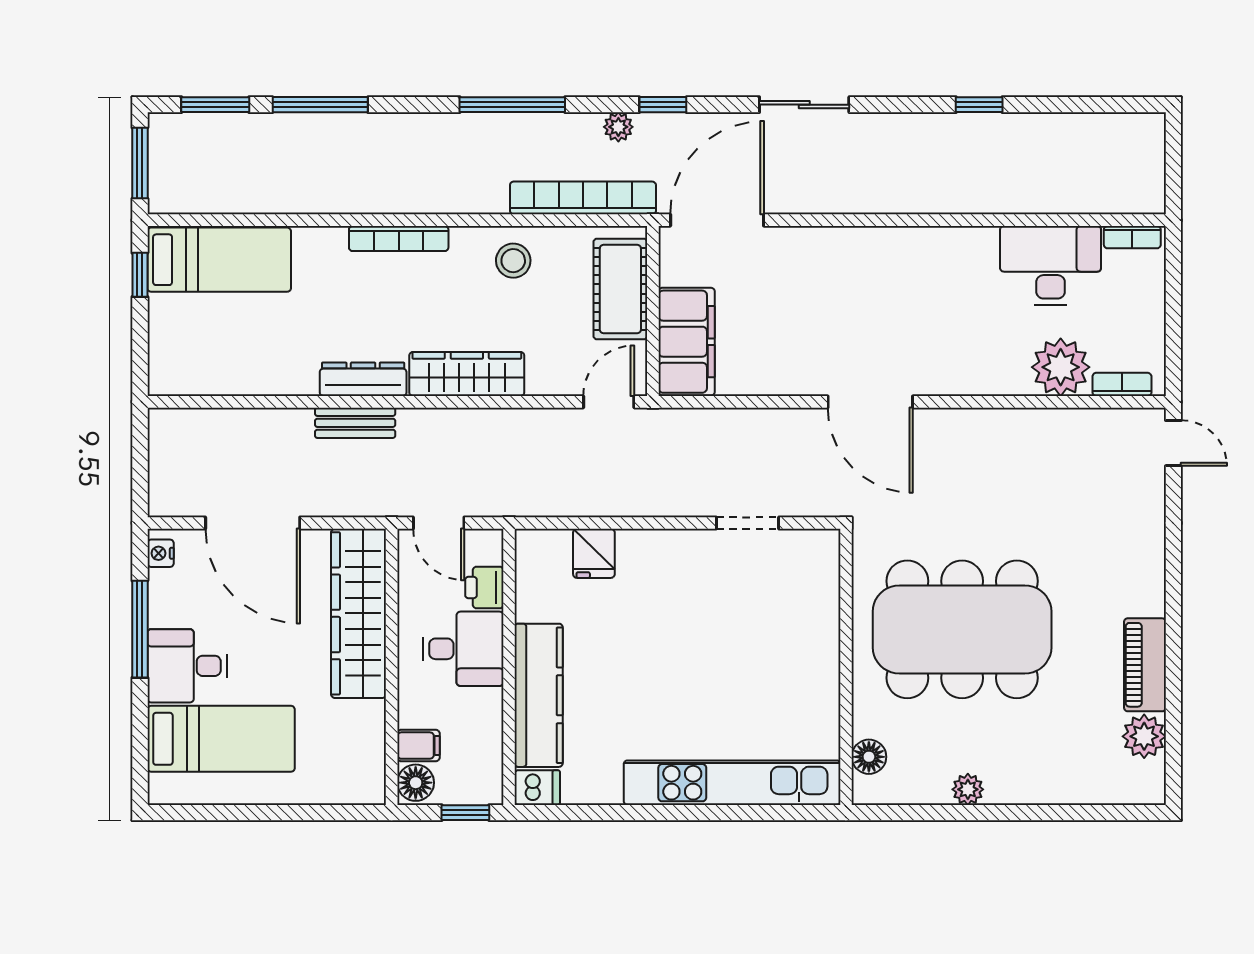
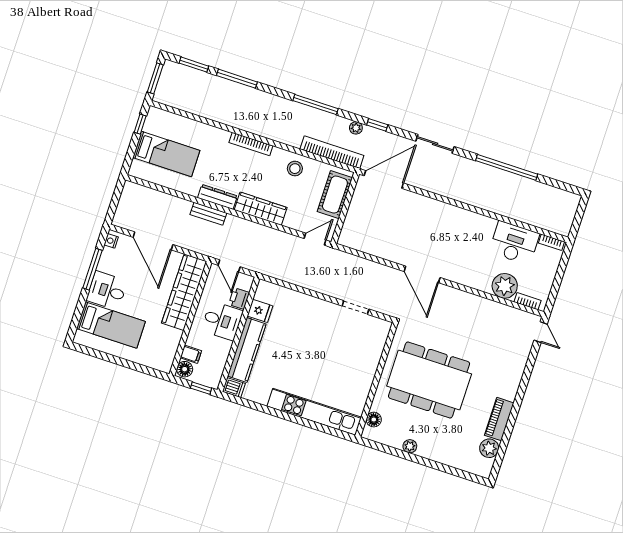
window: (979, 105) -> (507, 167), width x3.17
bed: (219, 260) -> (166, 154), moved
filing cabinet: (687, 342) -> (355, 225), removed
fridge: (594, 553) -> (260, 311), moved, turned -90

